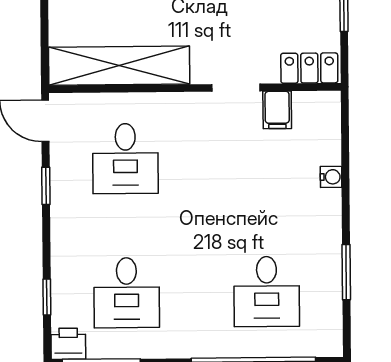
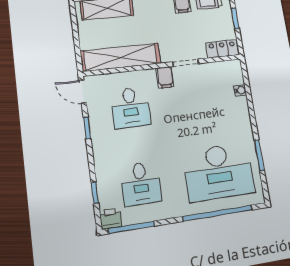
filing cabinet: (277, 110) -> (165, 77), moved
water cooler: (331, 177) -> (240, 90), moved
desk: (267, 291) -> (219, 172), width x1.87, depth x1.30

